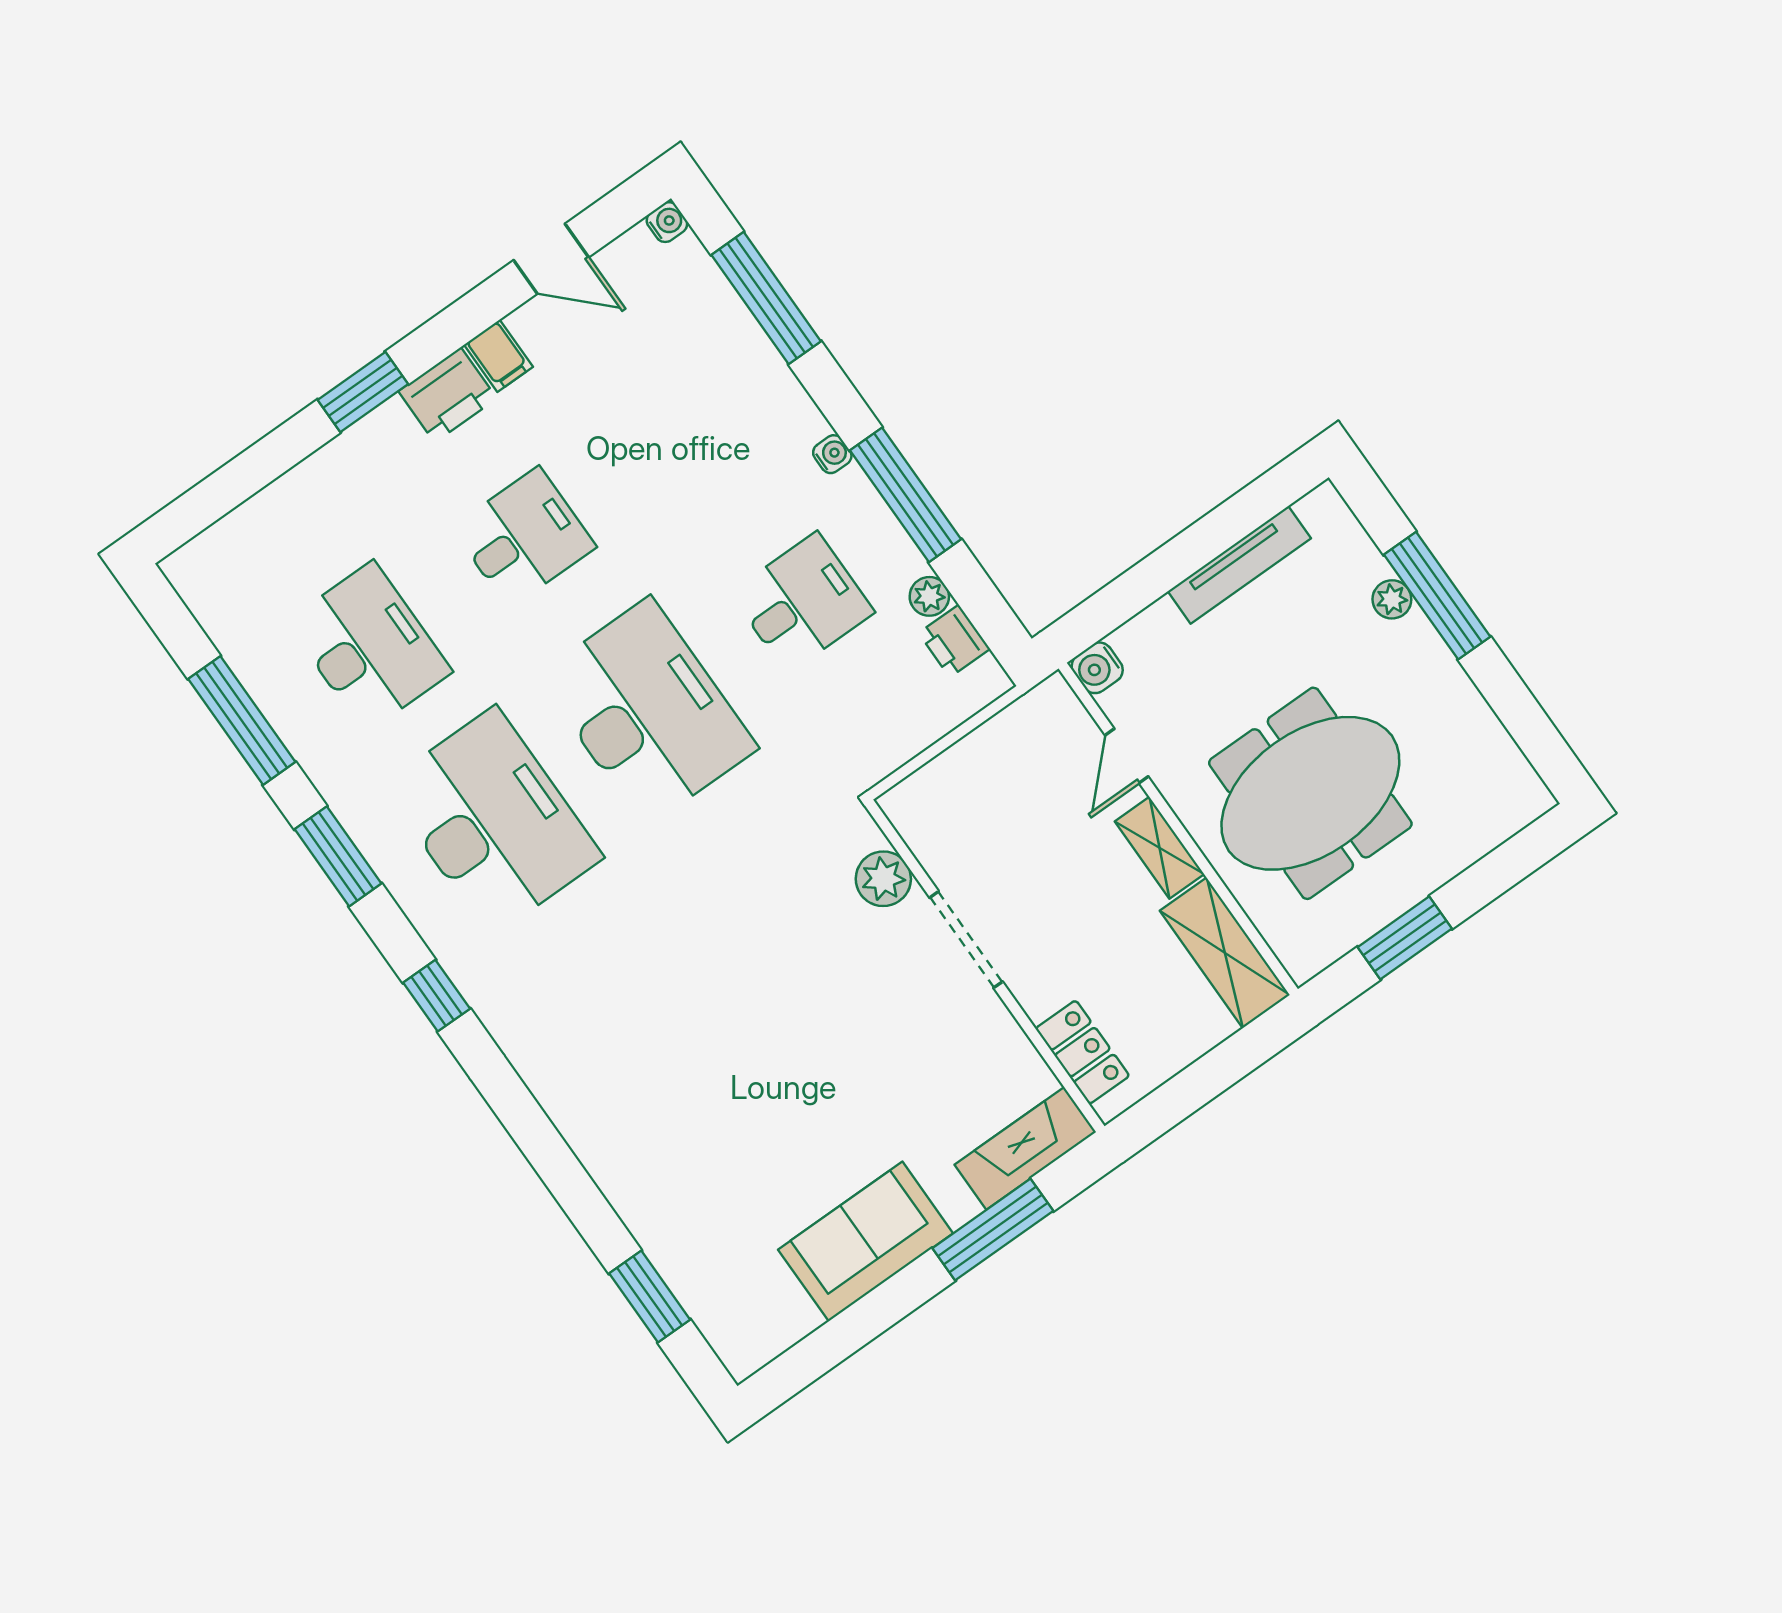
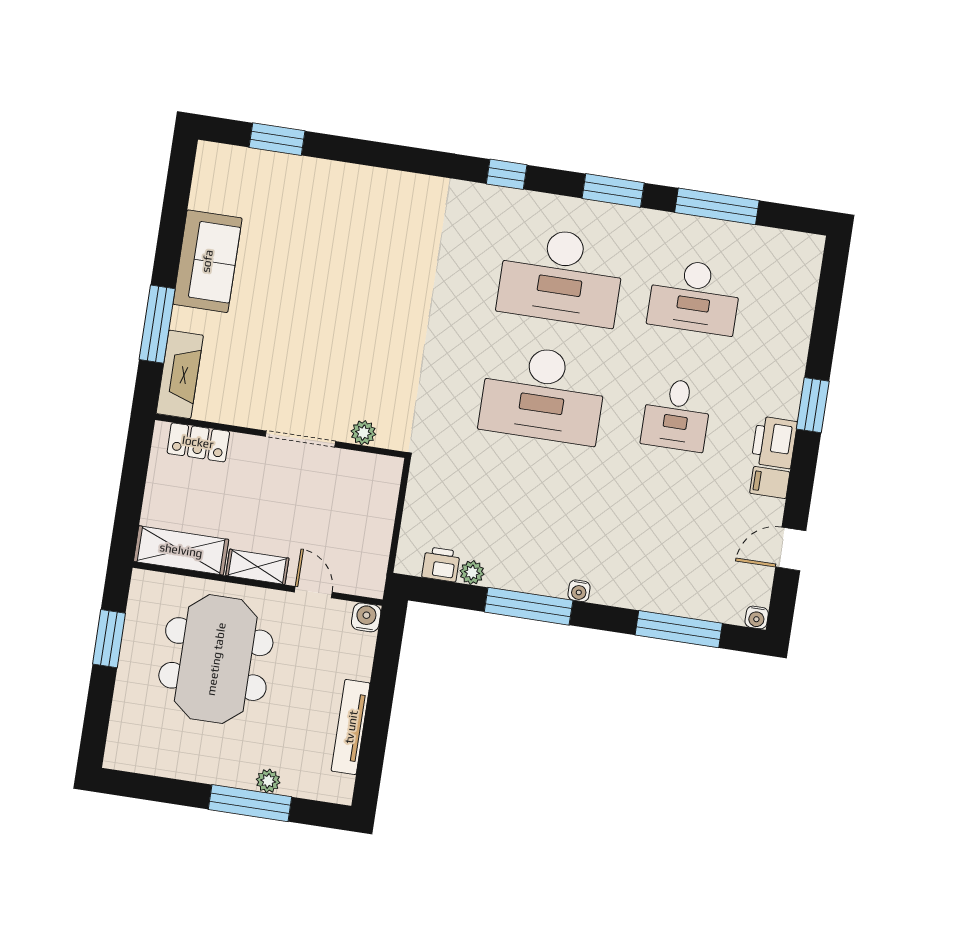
desk: (802, 603) -> (525, 512), removed
plant: (883, 879) -> (363, 433), width x0.73, depth x0.73

